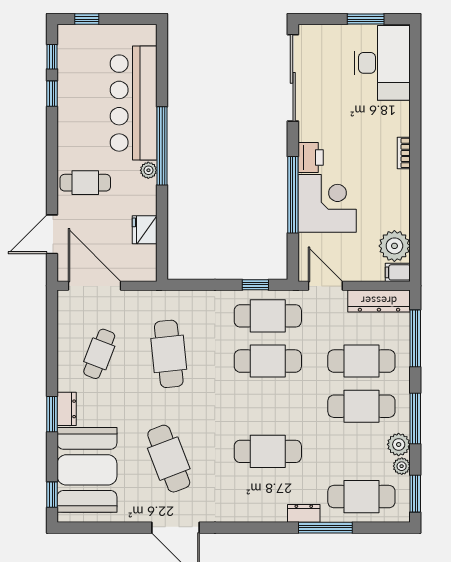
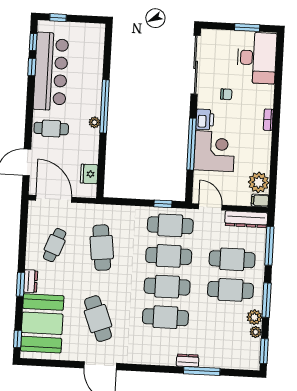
bar counter: (134, 103) -> (51, 71), moved, turned 180
chair: (340, 119) -> (226, 94), added
fridge: (145, 230) -> (89, 174), moved
cafe table: (361, 497) -> (167, 287), moved

